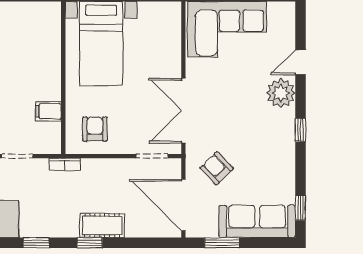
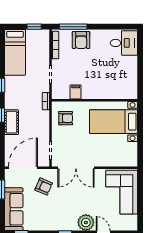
double door: (183, 111) -> (76, 168), swing flipped
armchair: (217, 168) -> (44, 186), turned 67

